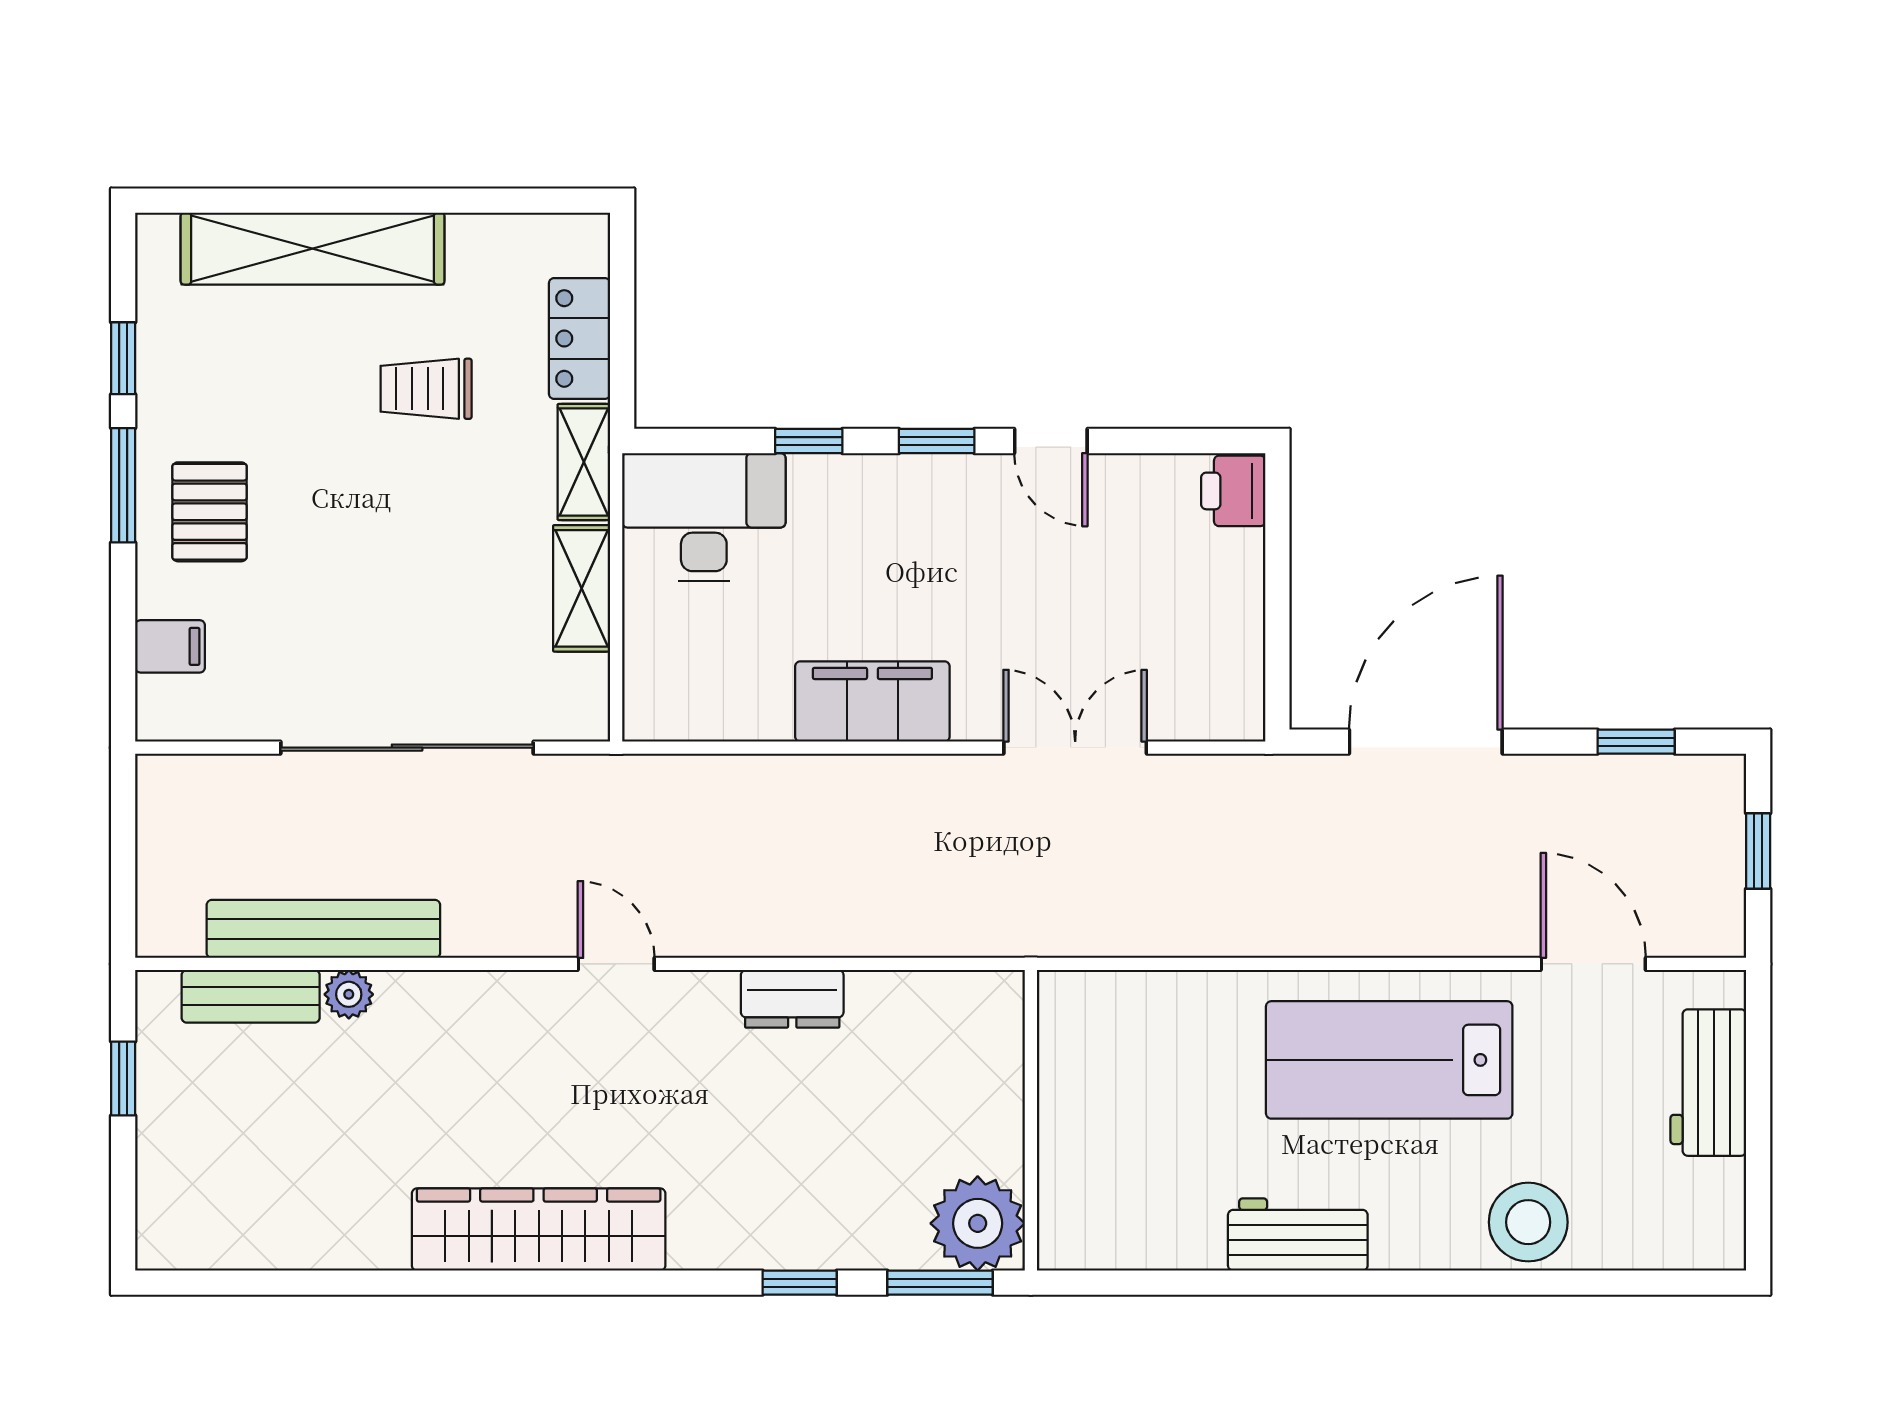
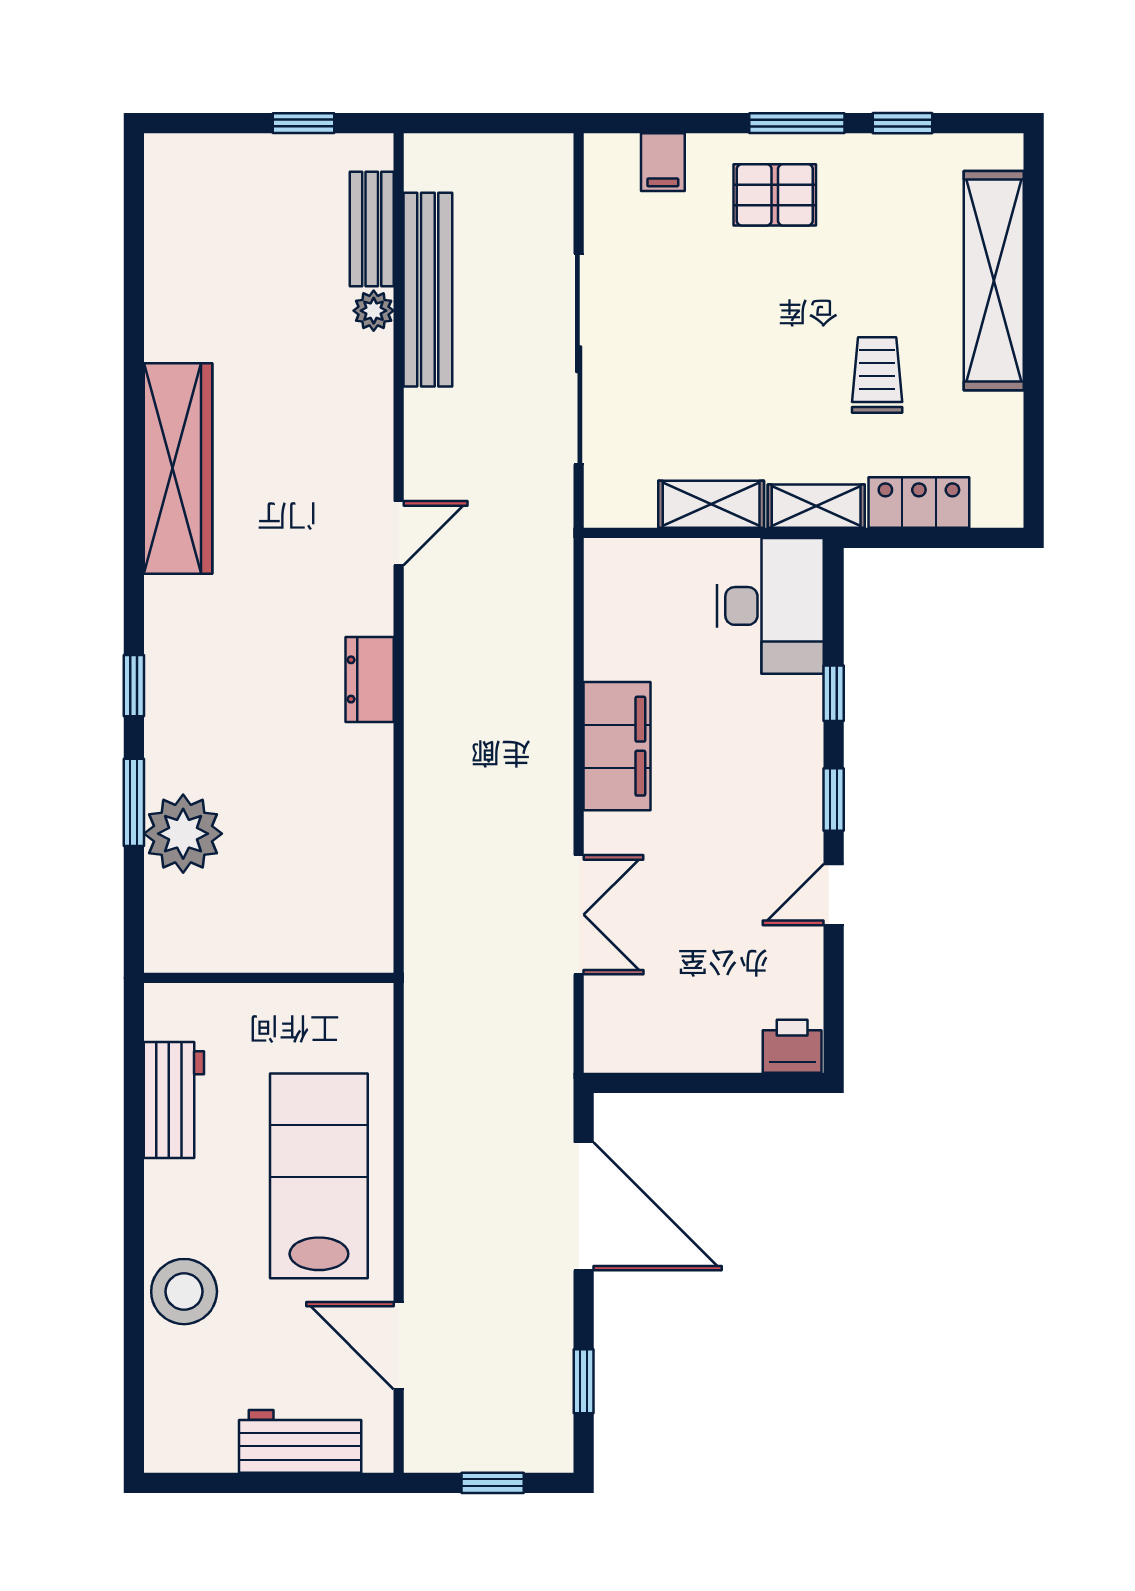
door: (1593, 964) -> (399, 1346), swing flipped
wall: (1031, 1120) -> (269, 978), moved

